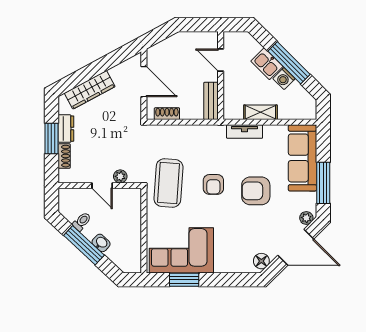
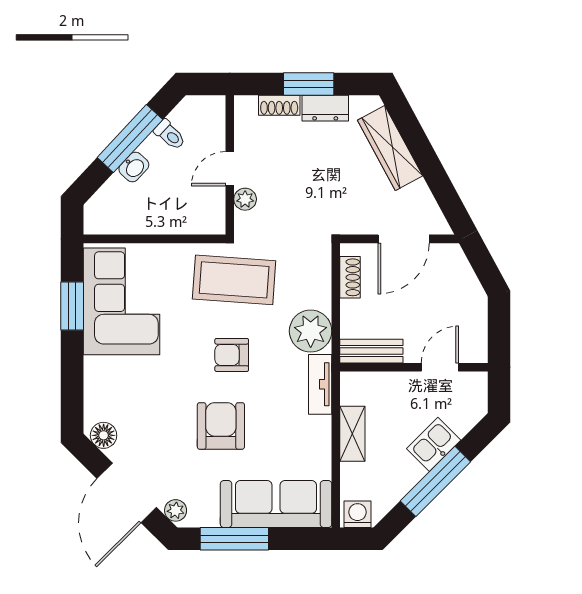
washing machine: (284, 79) -> (357, 514), moved, turned 45
tv unit: (245, 132) -> (320, 384), moved
plant: (199, 137) -> (311, 331), added

